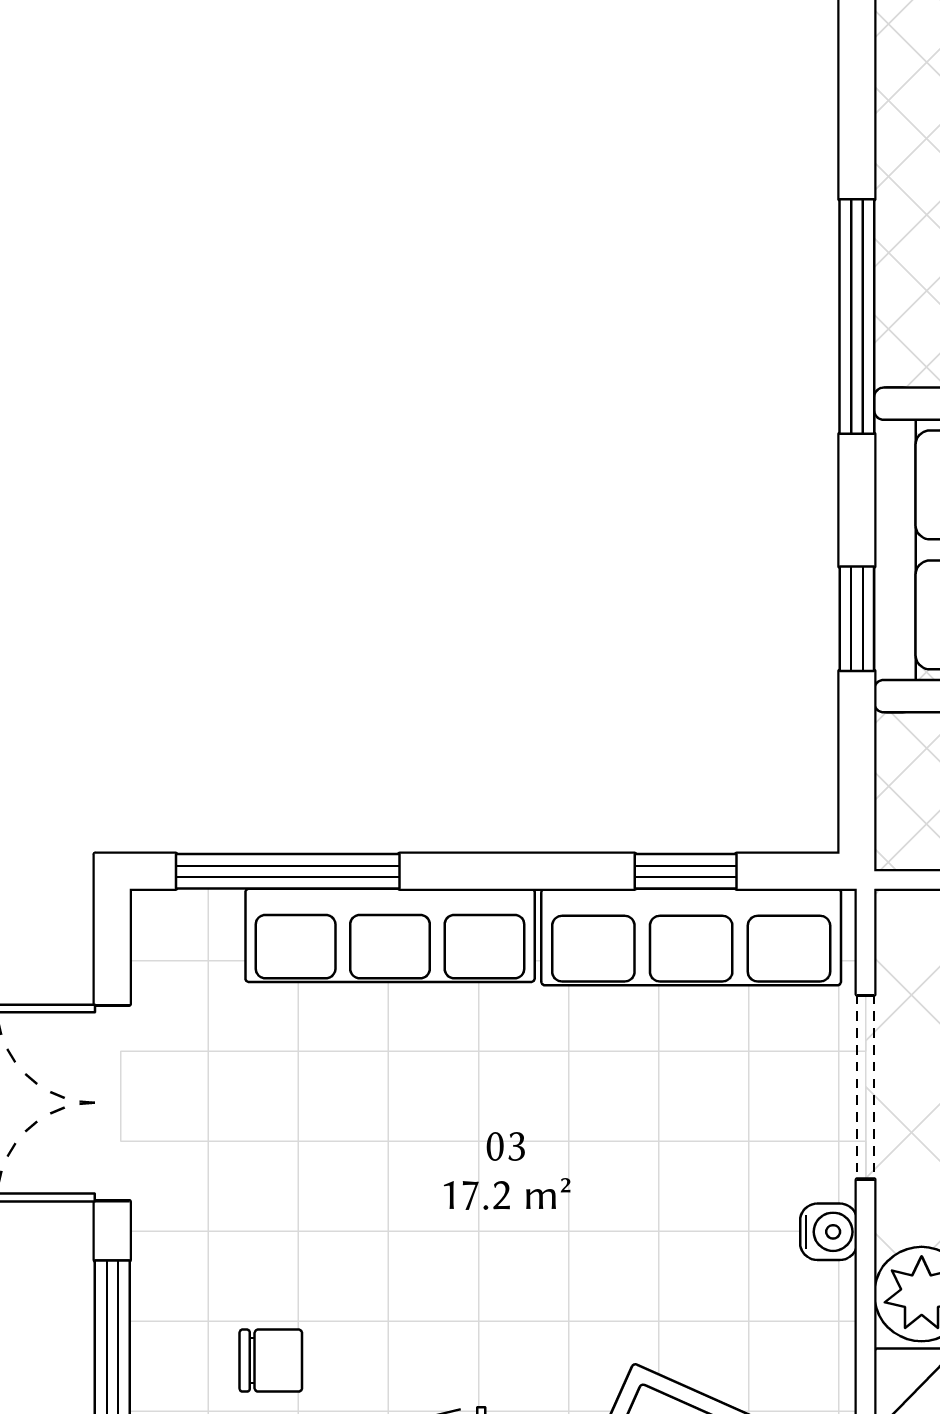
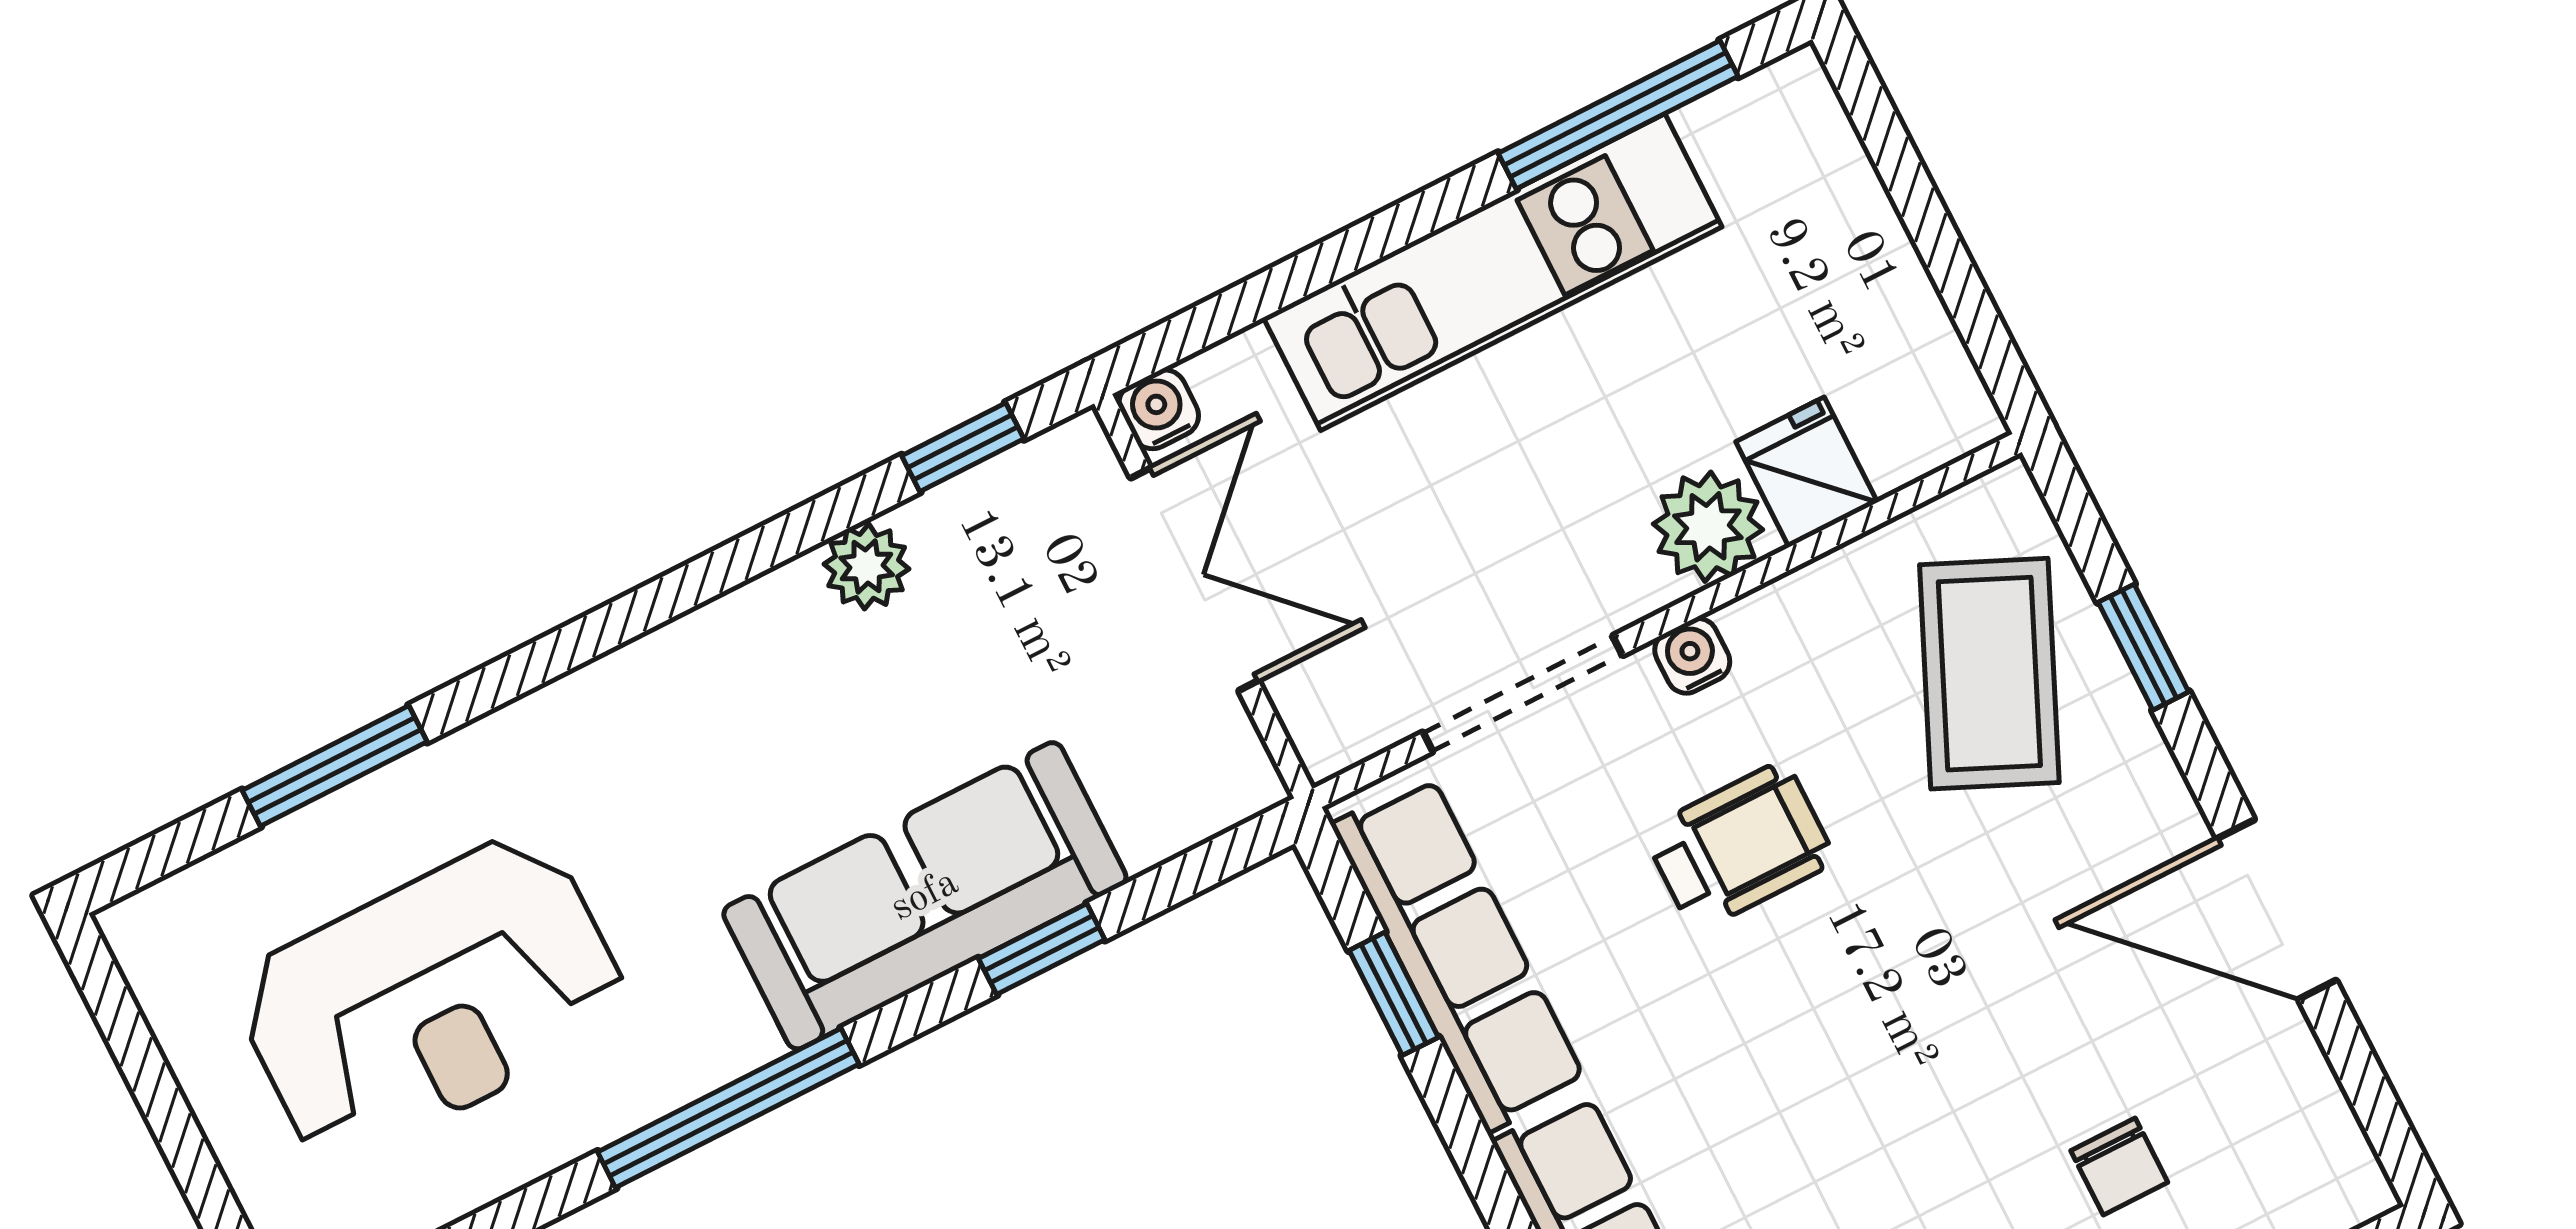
wheelchair: (664, 1194) -> (1739, 846), added
chair: (271, 1361) -> (2119, 1166), turned 180

